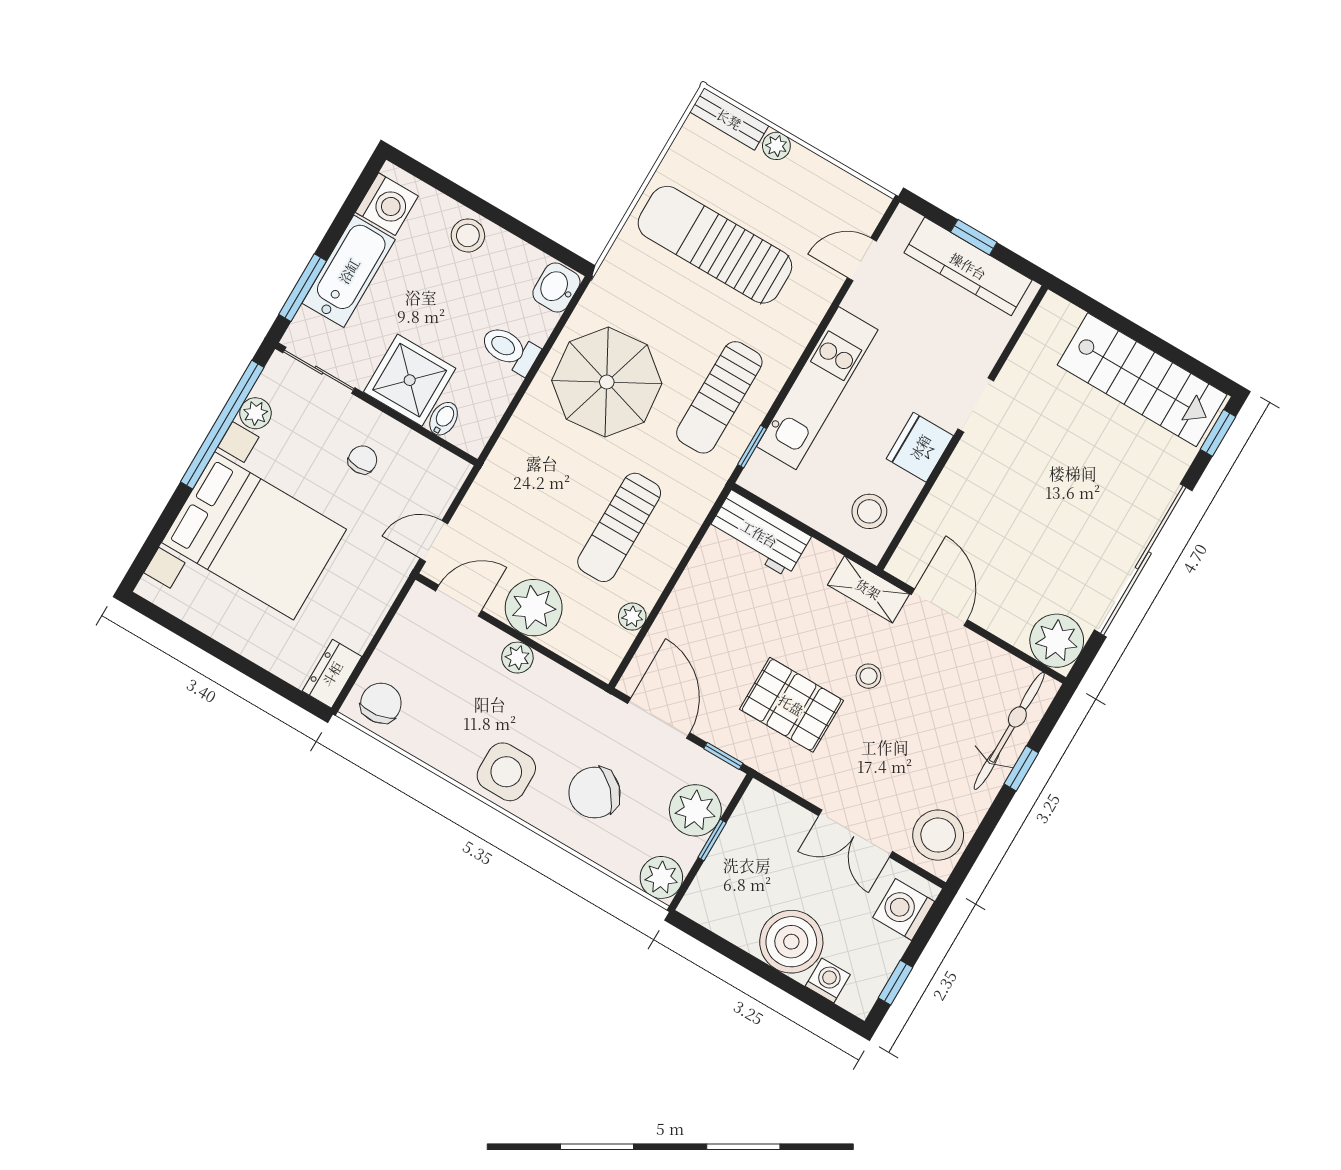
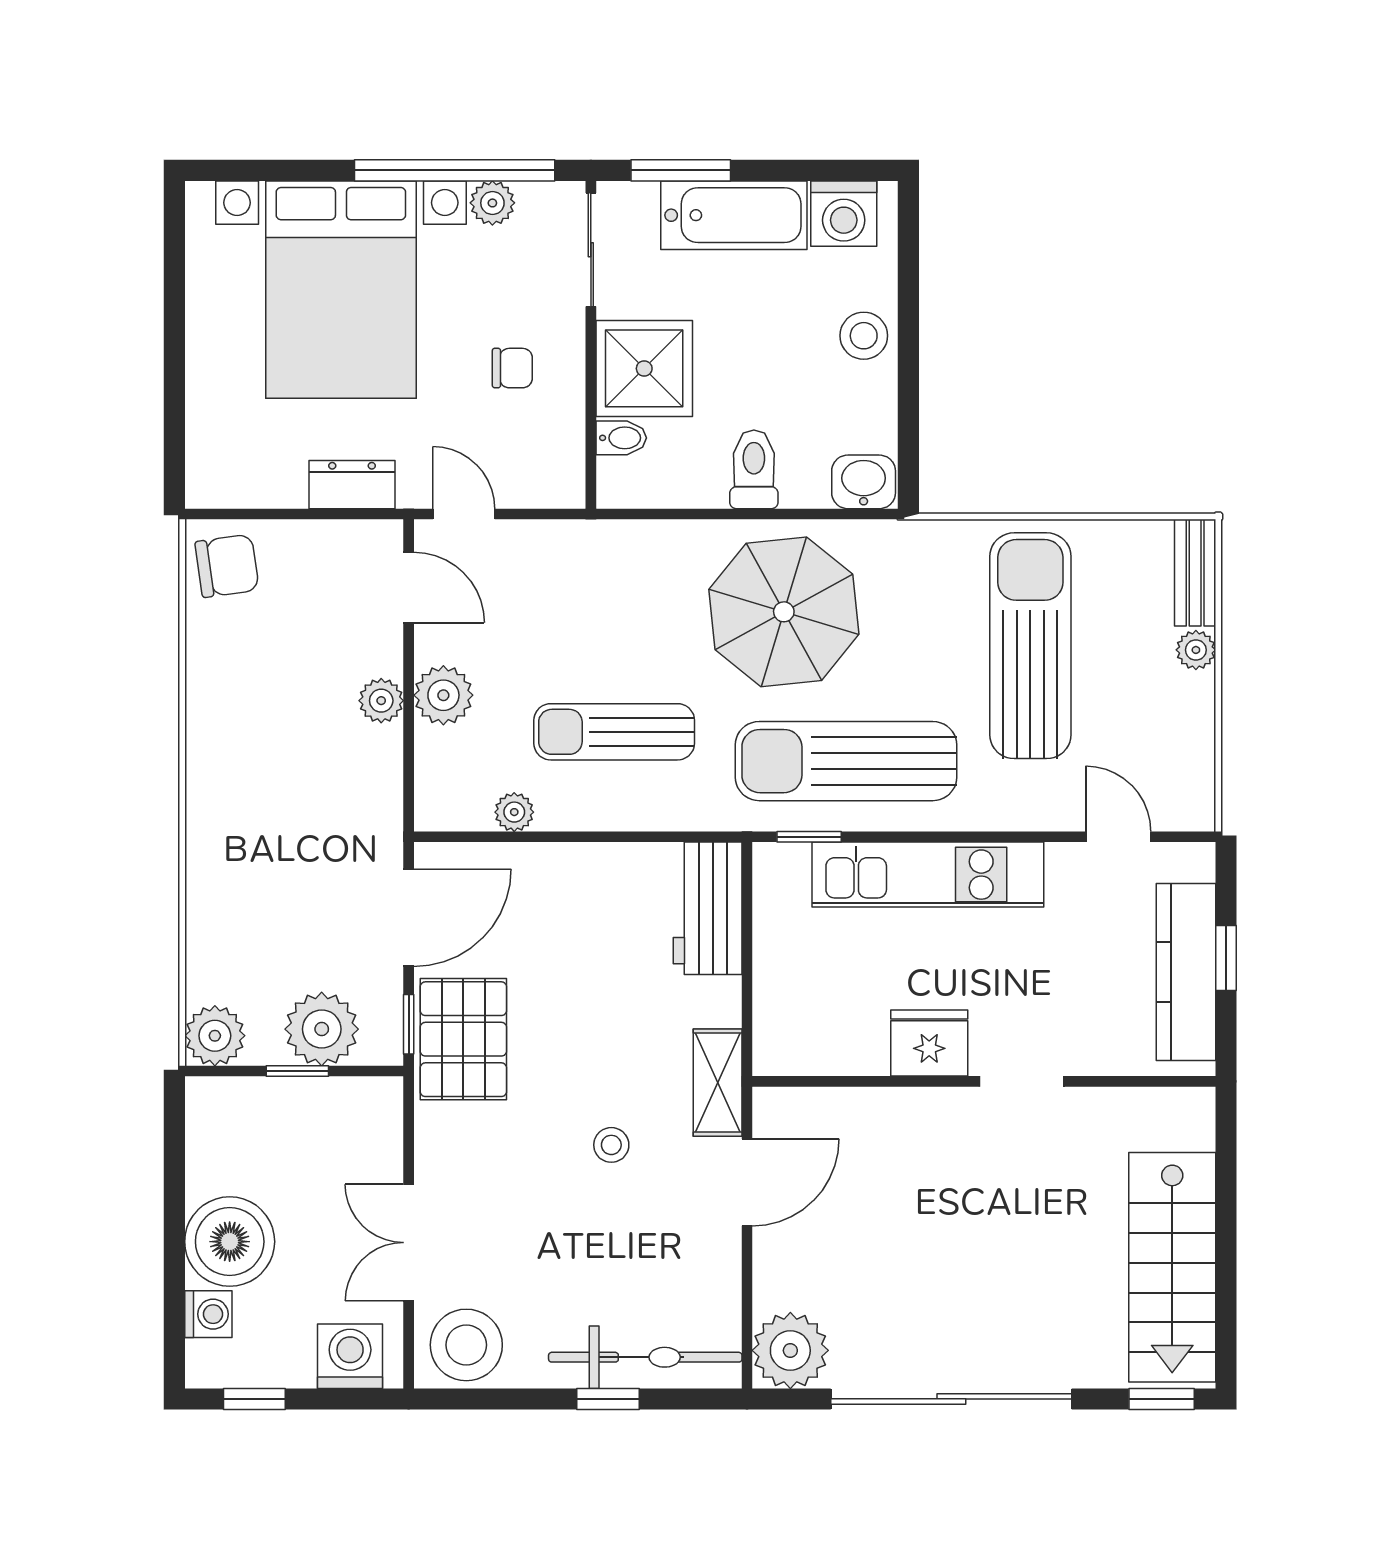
sun lounger: (719, 397) -> (846, 761), width x1.36, depth x1.34
stool: (869, 511) -> (814, 1027), removed
plant: (534, 608) -> (443, 695), width x0.73, depth x0.73
dresser: (332, 674) -> (352, 485), moved
pallet: (791, 705) -> (463, 1039), moved
side table: (506, 772) -> (233, 769), removed
chair: (594, 793) -> (271, 892), removed

